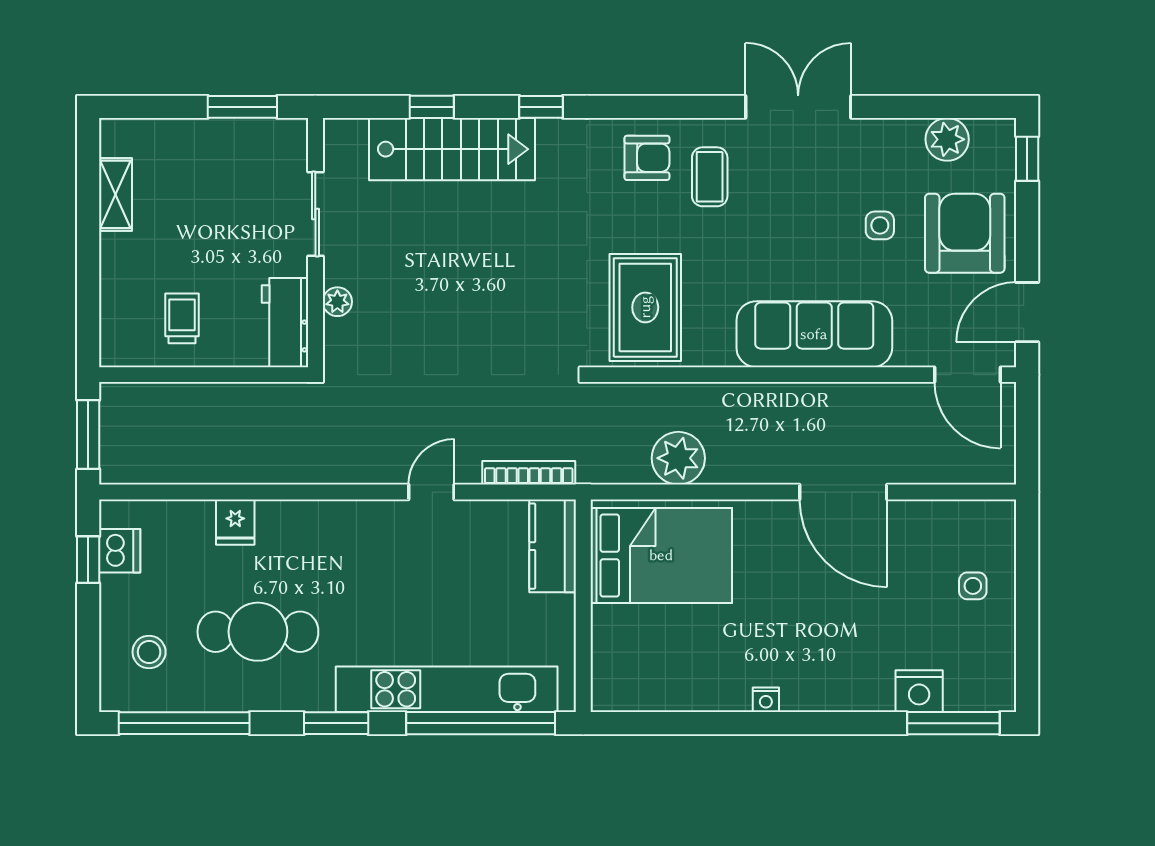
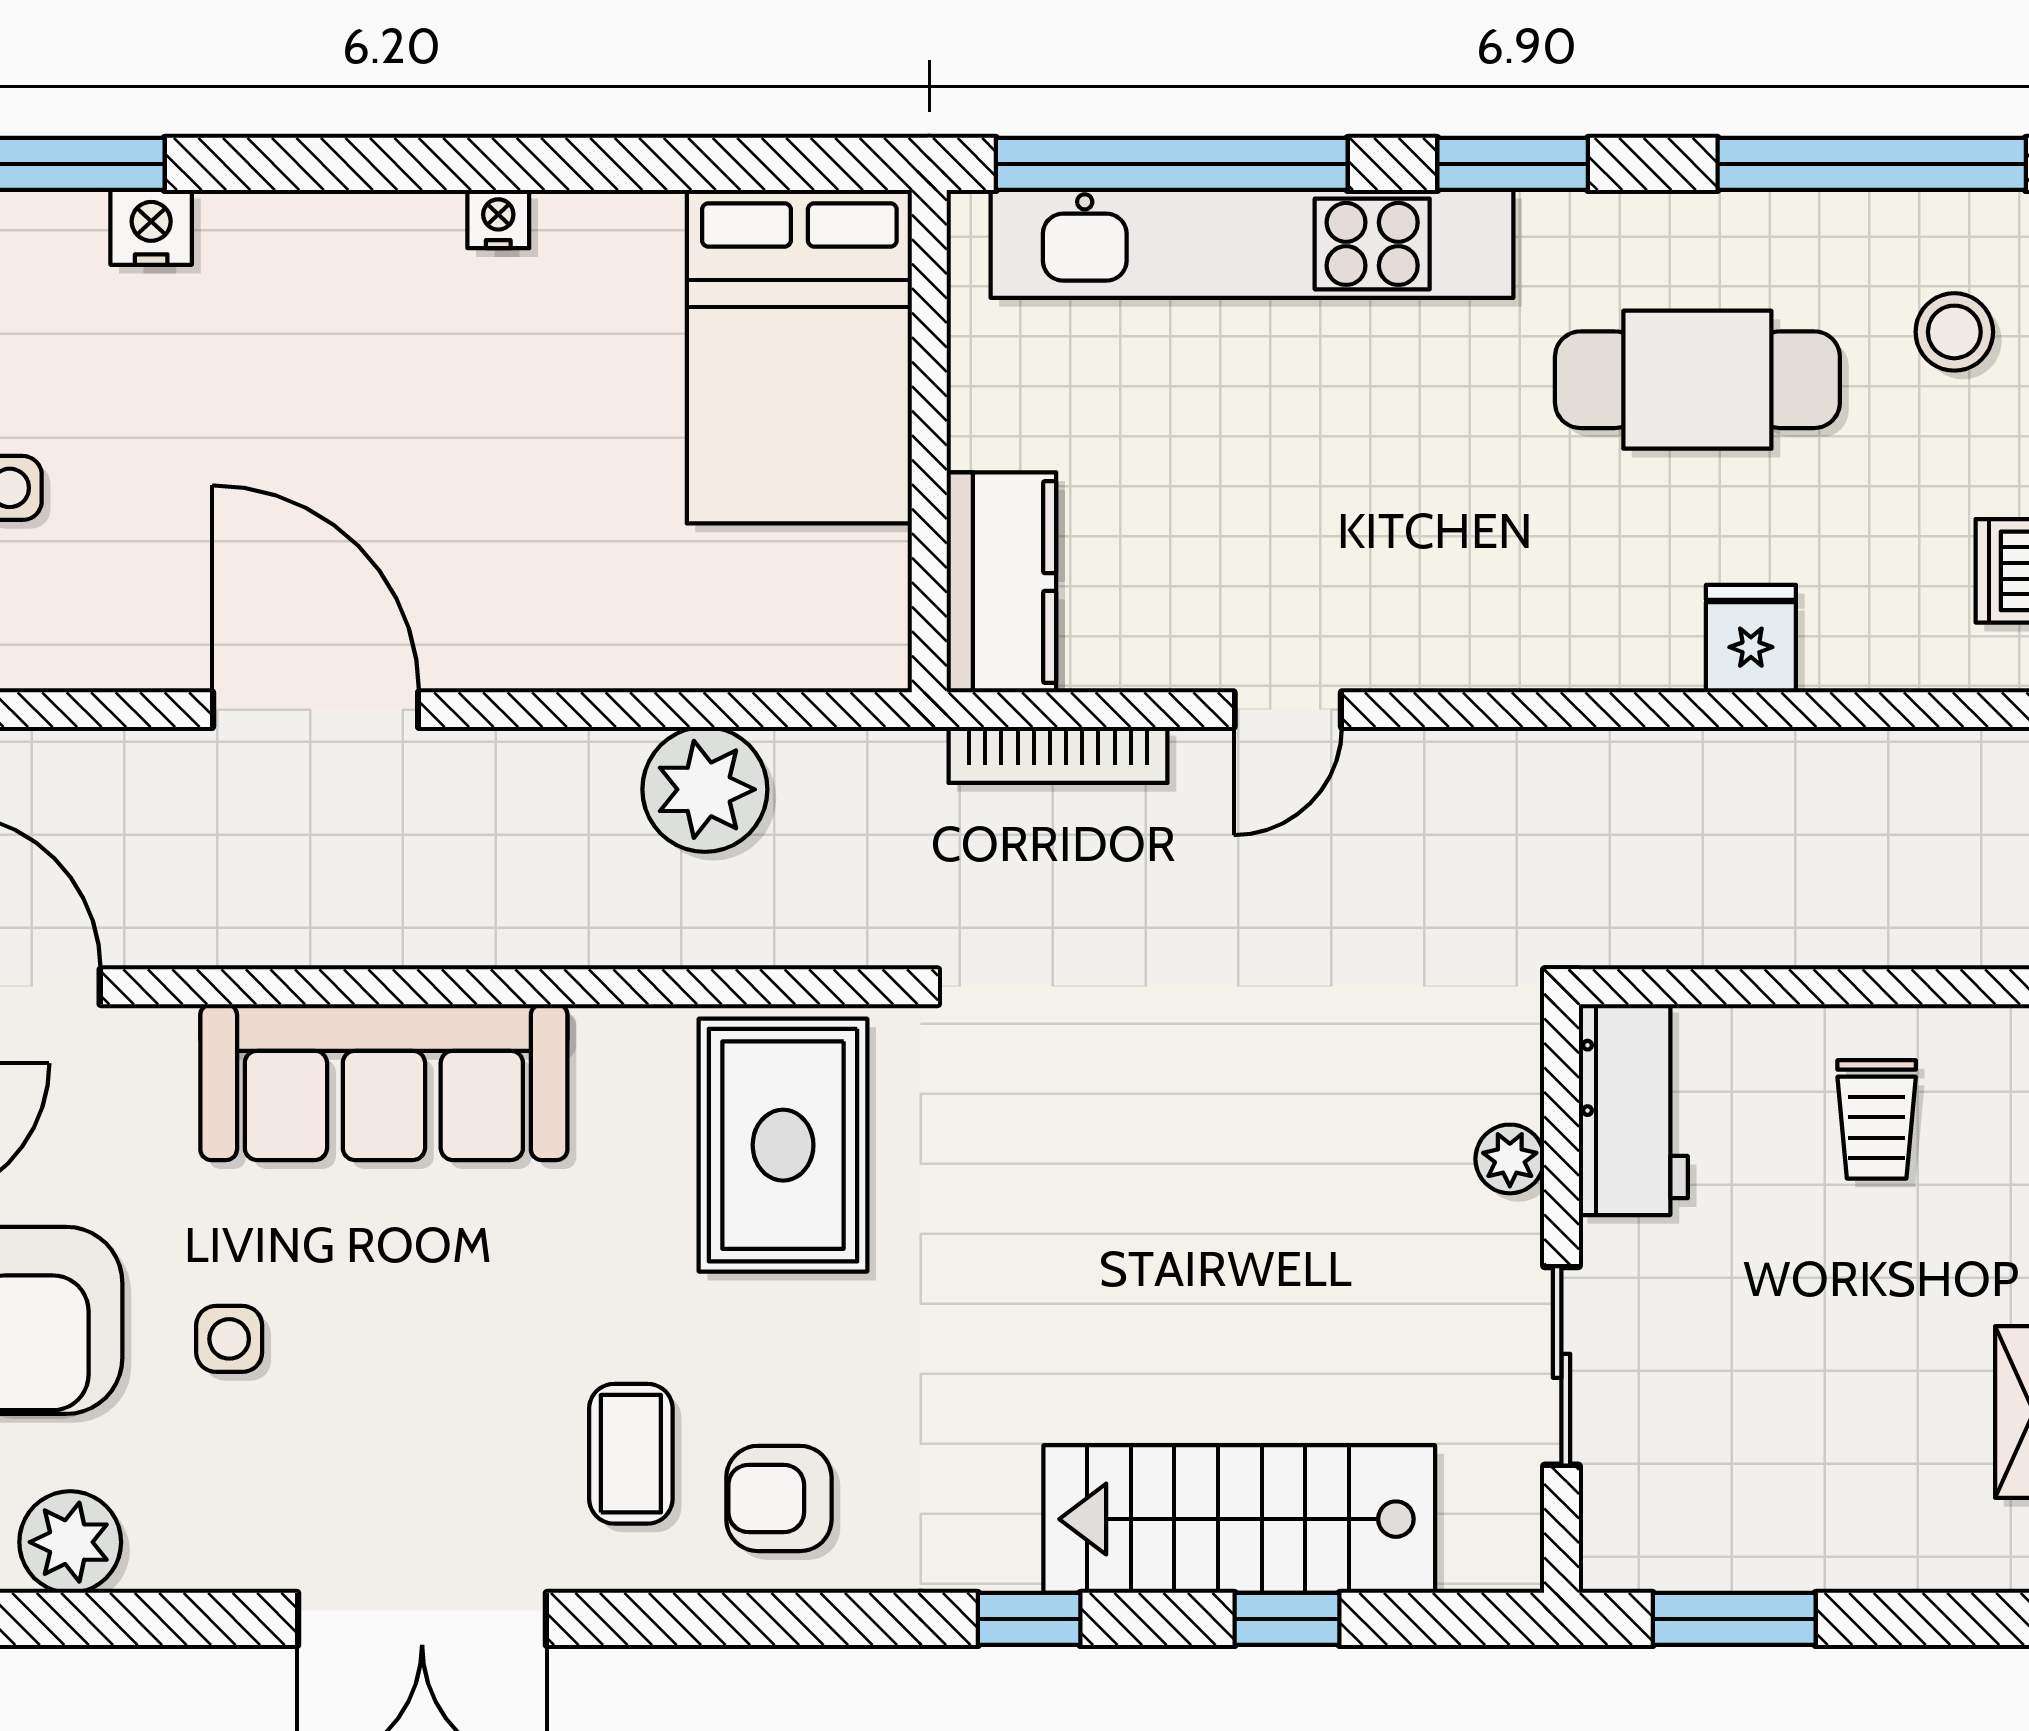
bed: (661, 555) -> (799, 357), moved, turned -90
nightstand: (919, 691) -> (151, 227), width x0.74, depth x0.75

